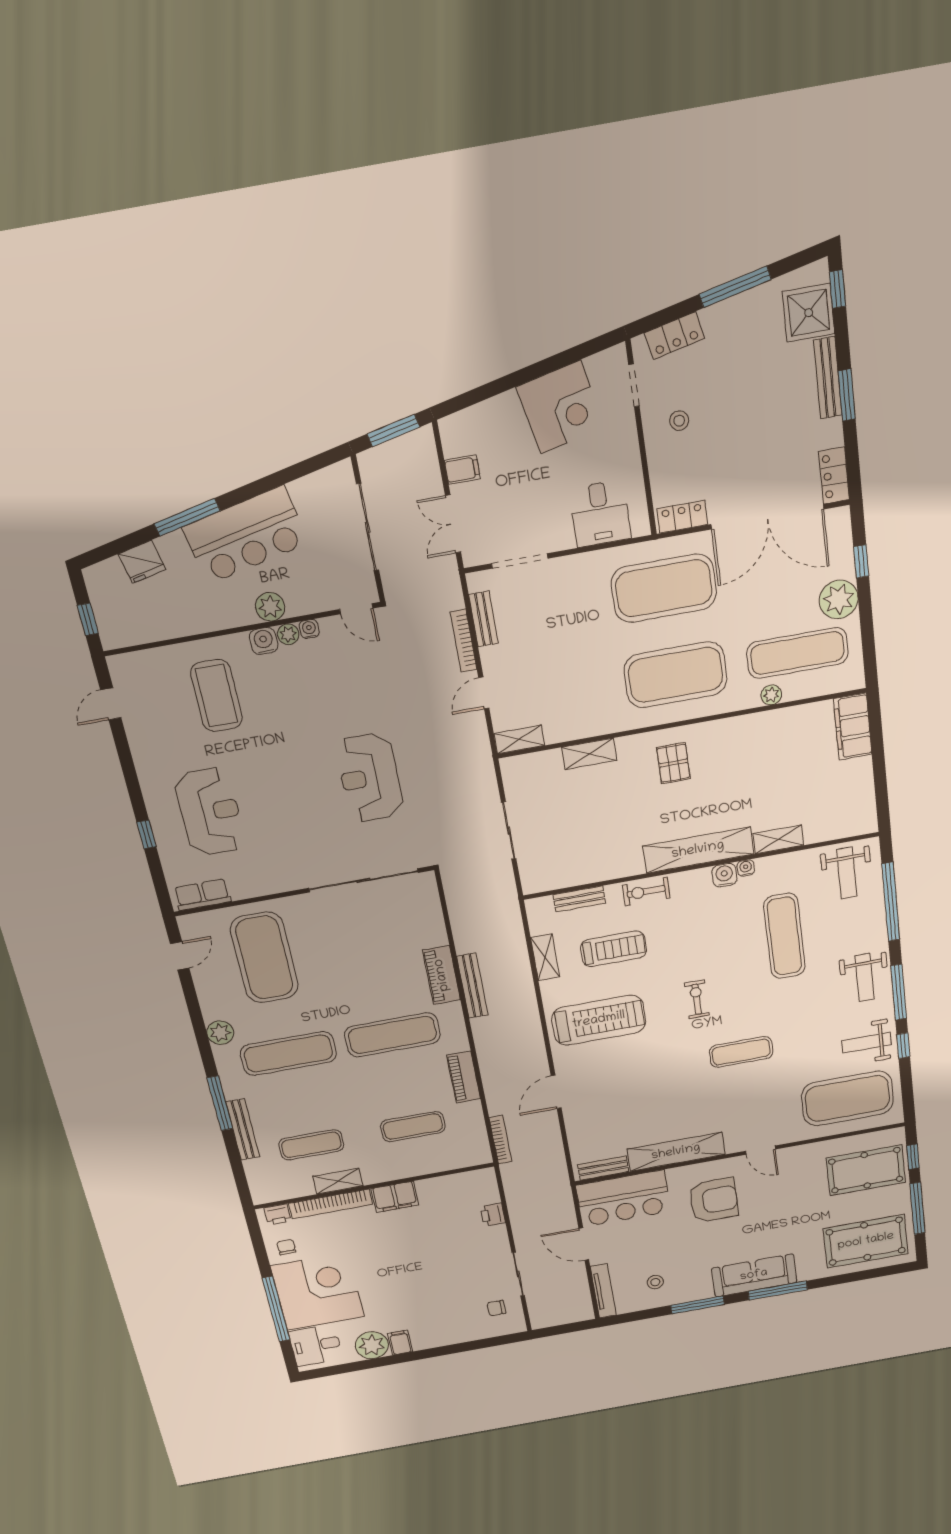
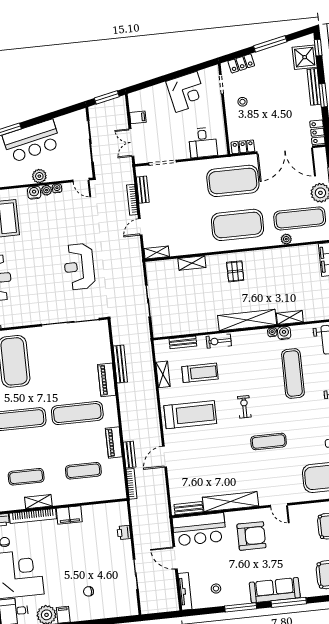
water cooler: (724, 875) -> (284, 333), moved
bench: (472, 986) -> (120, 364), moved
bench: (493, 1094) -> (130, 455), added
chair: (496, 1308) -> (89, 591), moved

